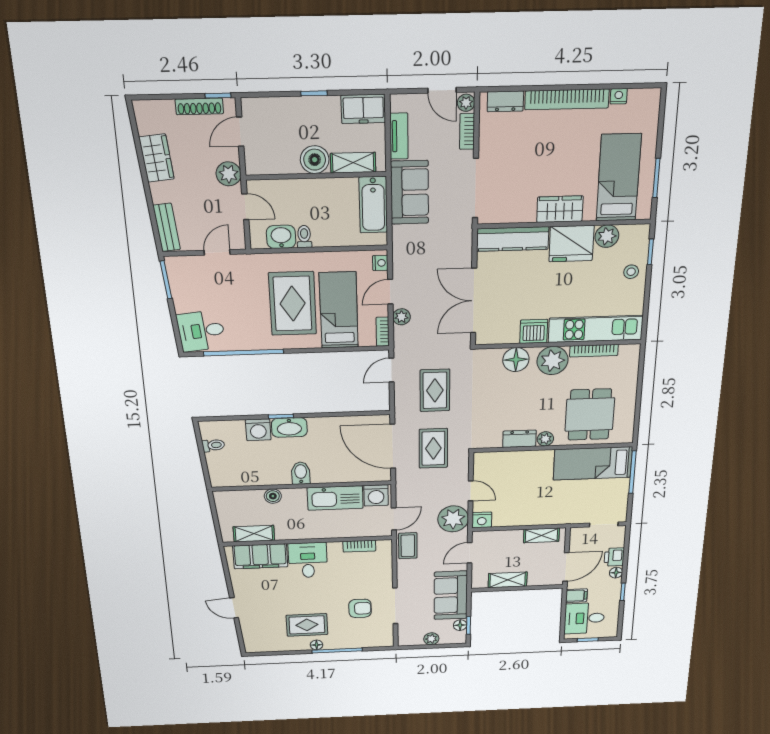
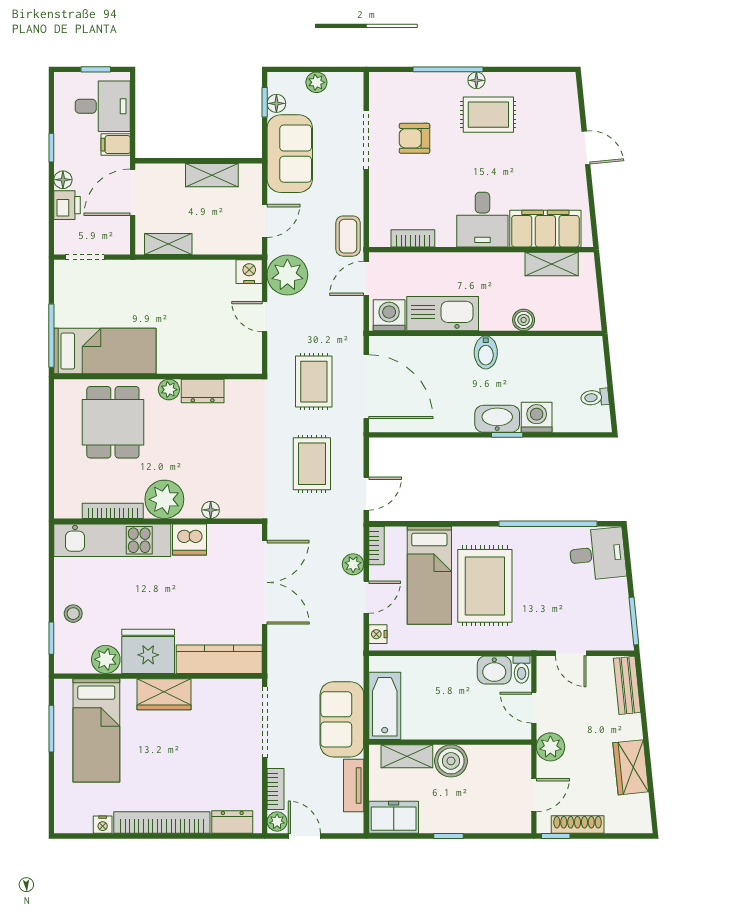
toilet: (304, 237) -> (522, 669), moved
door: (217, 252) -> (571, 653), hinge flipped
floor lamp: (516, 360) -> (211, 510), width x0.53, depth x0.53

